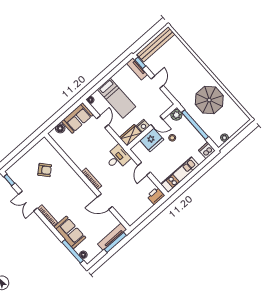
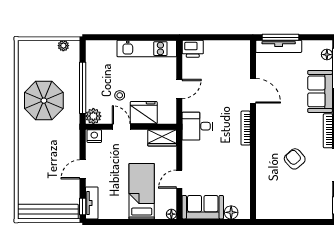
nightstand: (143, 126) -> (94, 136), moved
dishwasher: (207, 150) -> (94, 49), removed
armchair: (45, 170) -> (295, 159), moved

